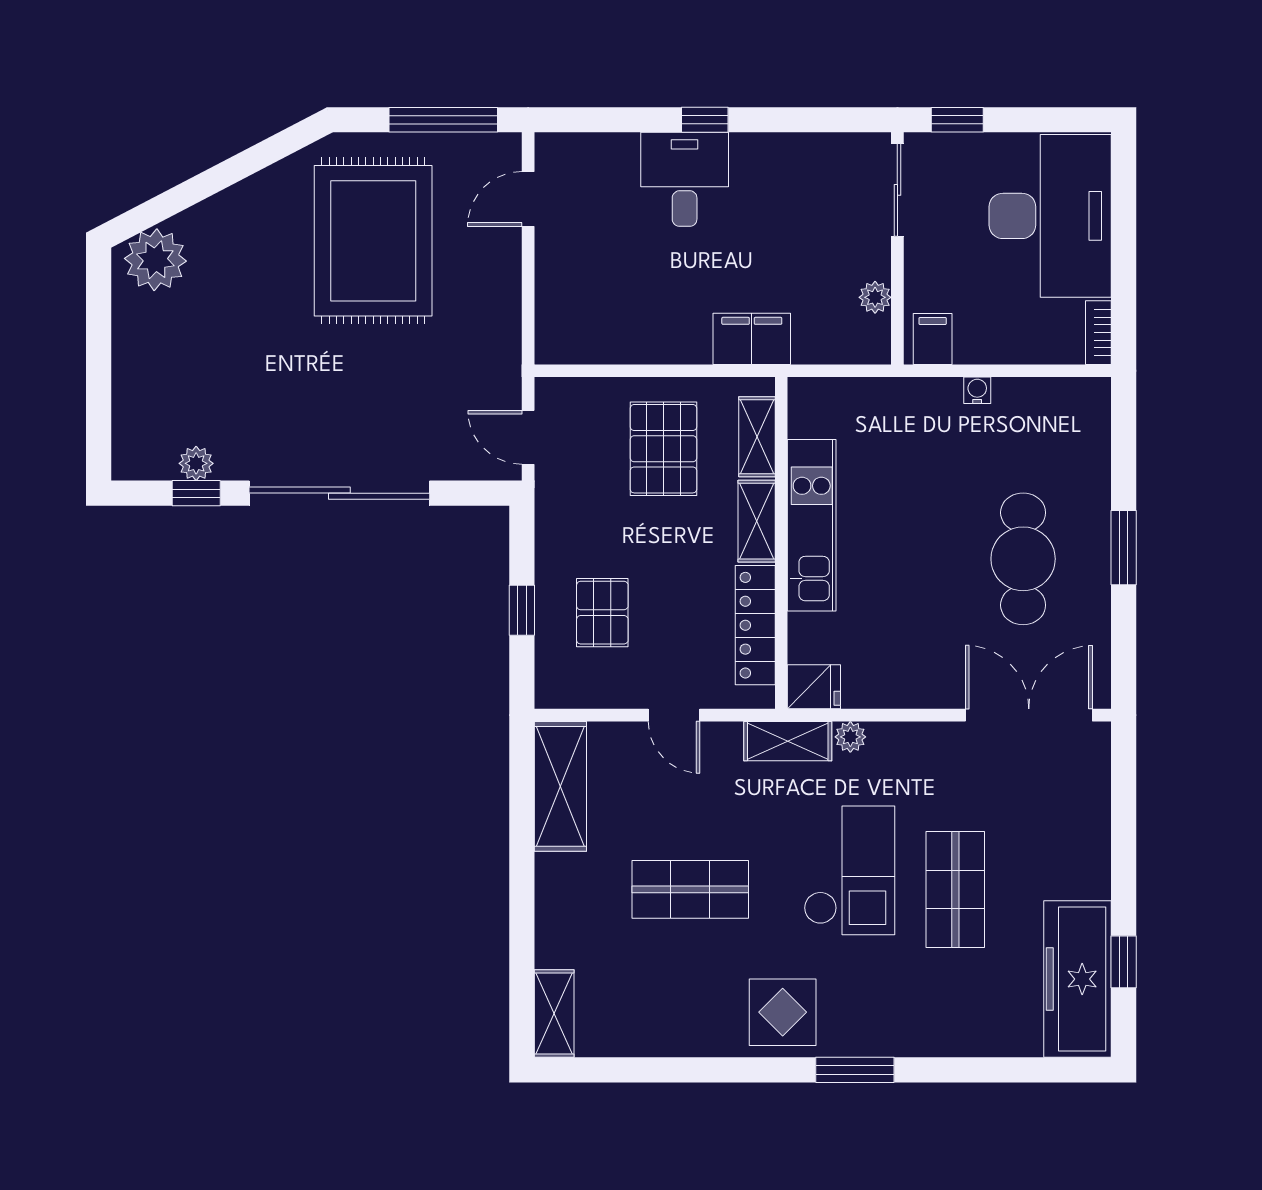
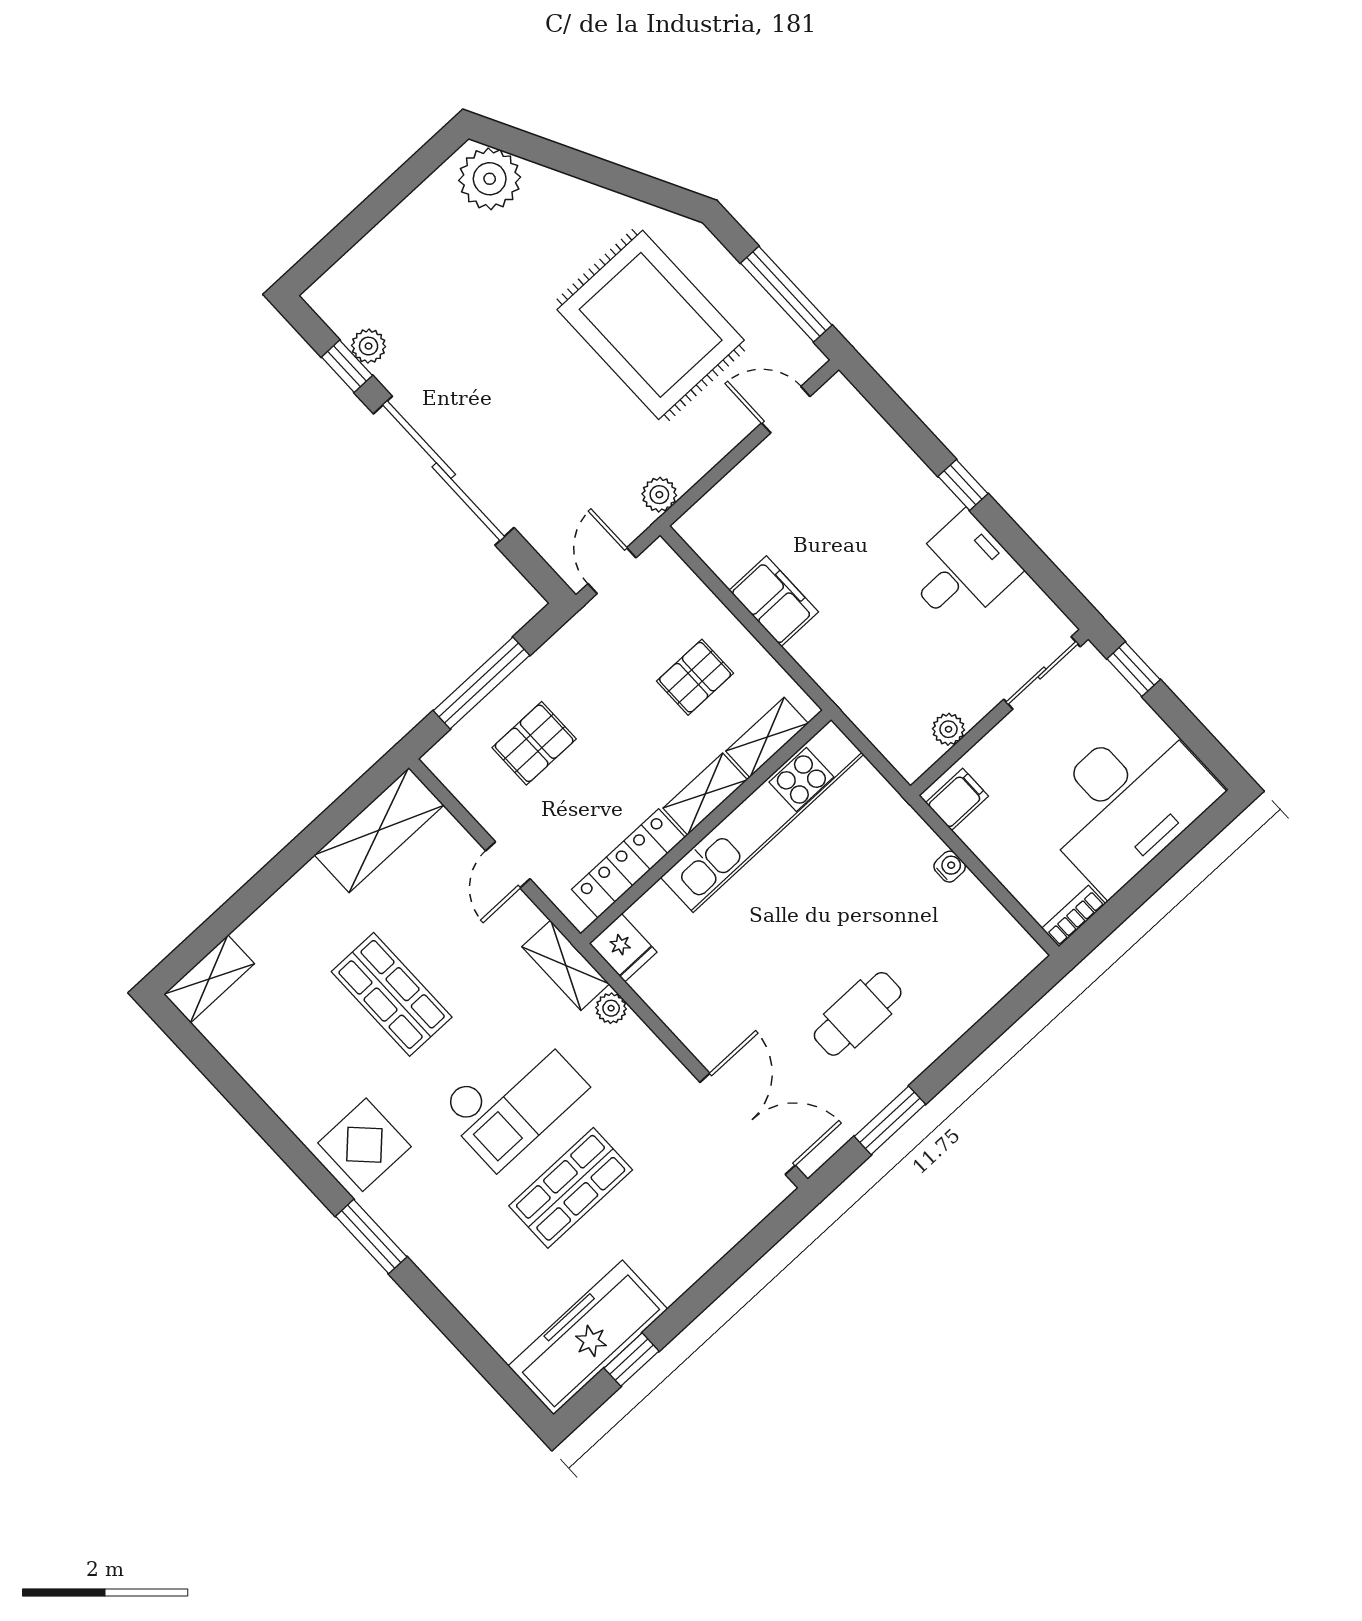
desk: (685, 179) -> (961, 570), moved
rug: (373, 241) -> (651, 325), turned 90
filing cabinet: (752, 339) -> (774, 601), moved
plant: (504, 350) -> (659, 495), added
pallet: (663, 449) -> (695, 677), width x0.67, depth x0.71
kitchen unit: (812, 525) -> (762, 816), width x1.36
window: (1124, 548) -> (890, 1120), moved
cafe table: (1023, 559) -> (858, 1014), width x0.73, depth x0.74
window: (522, 610) -> (482, 683), width x2.17

